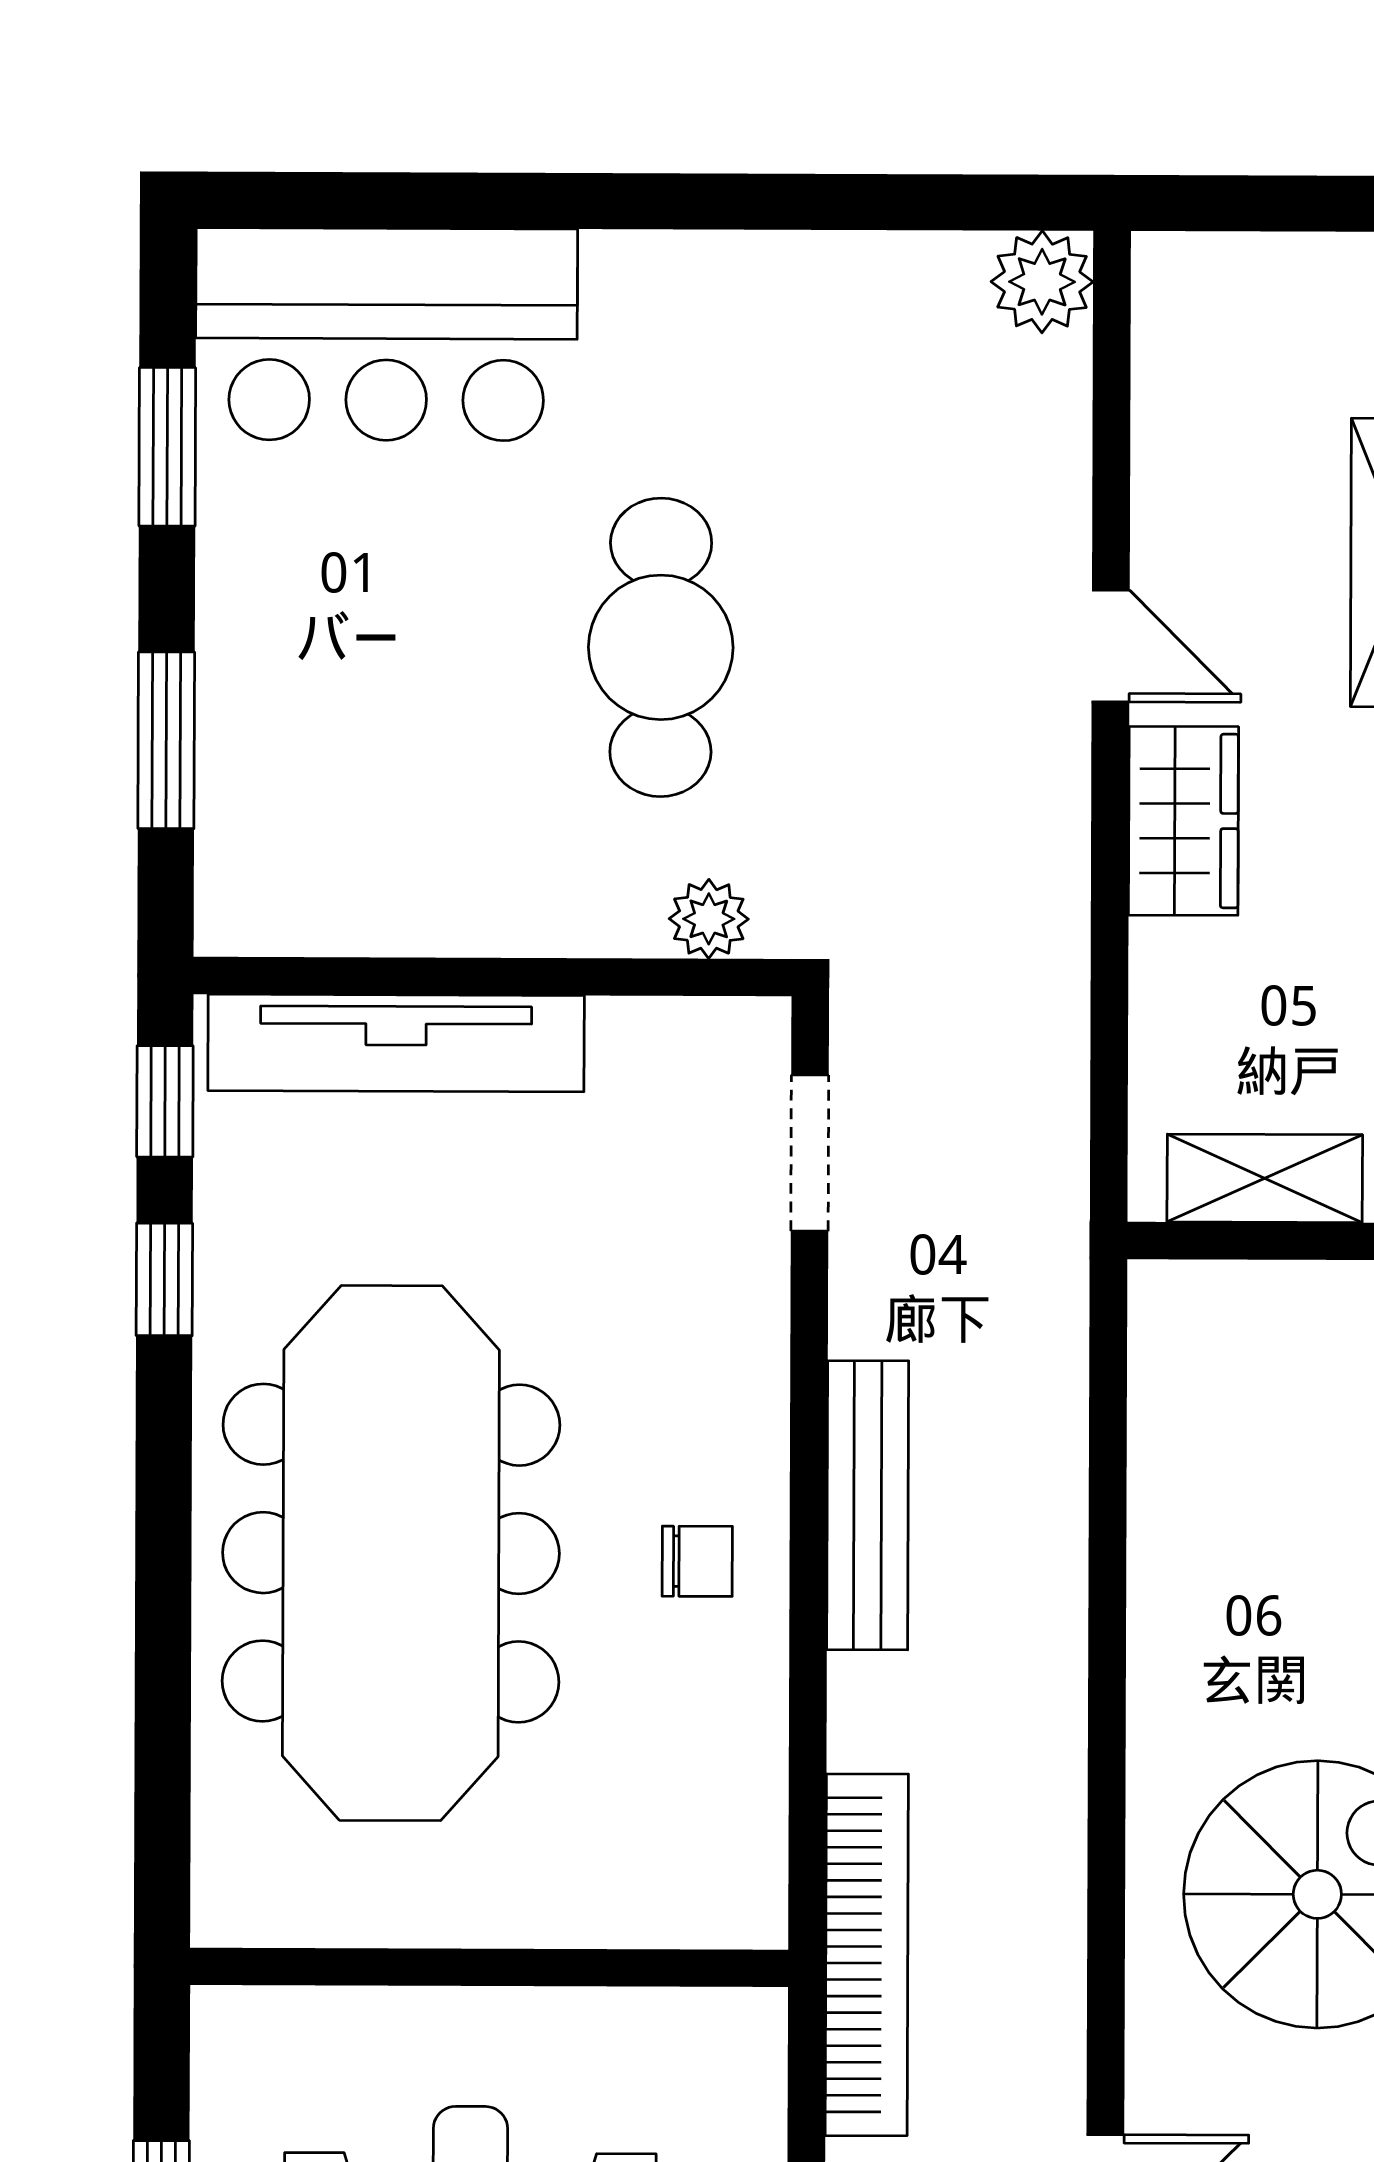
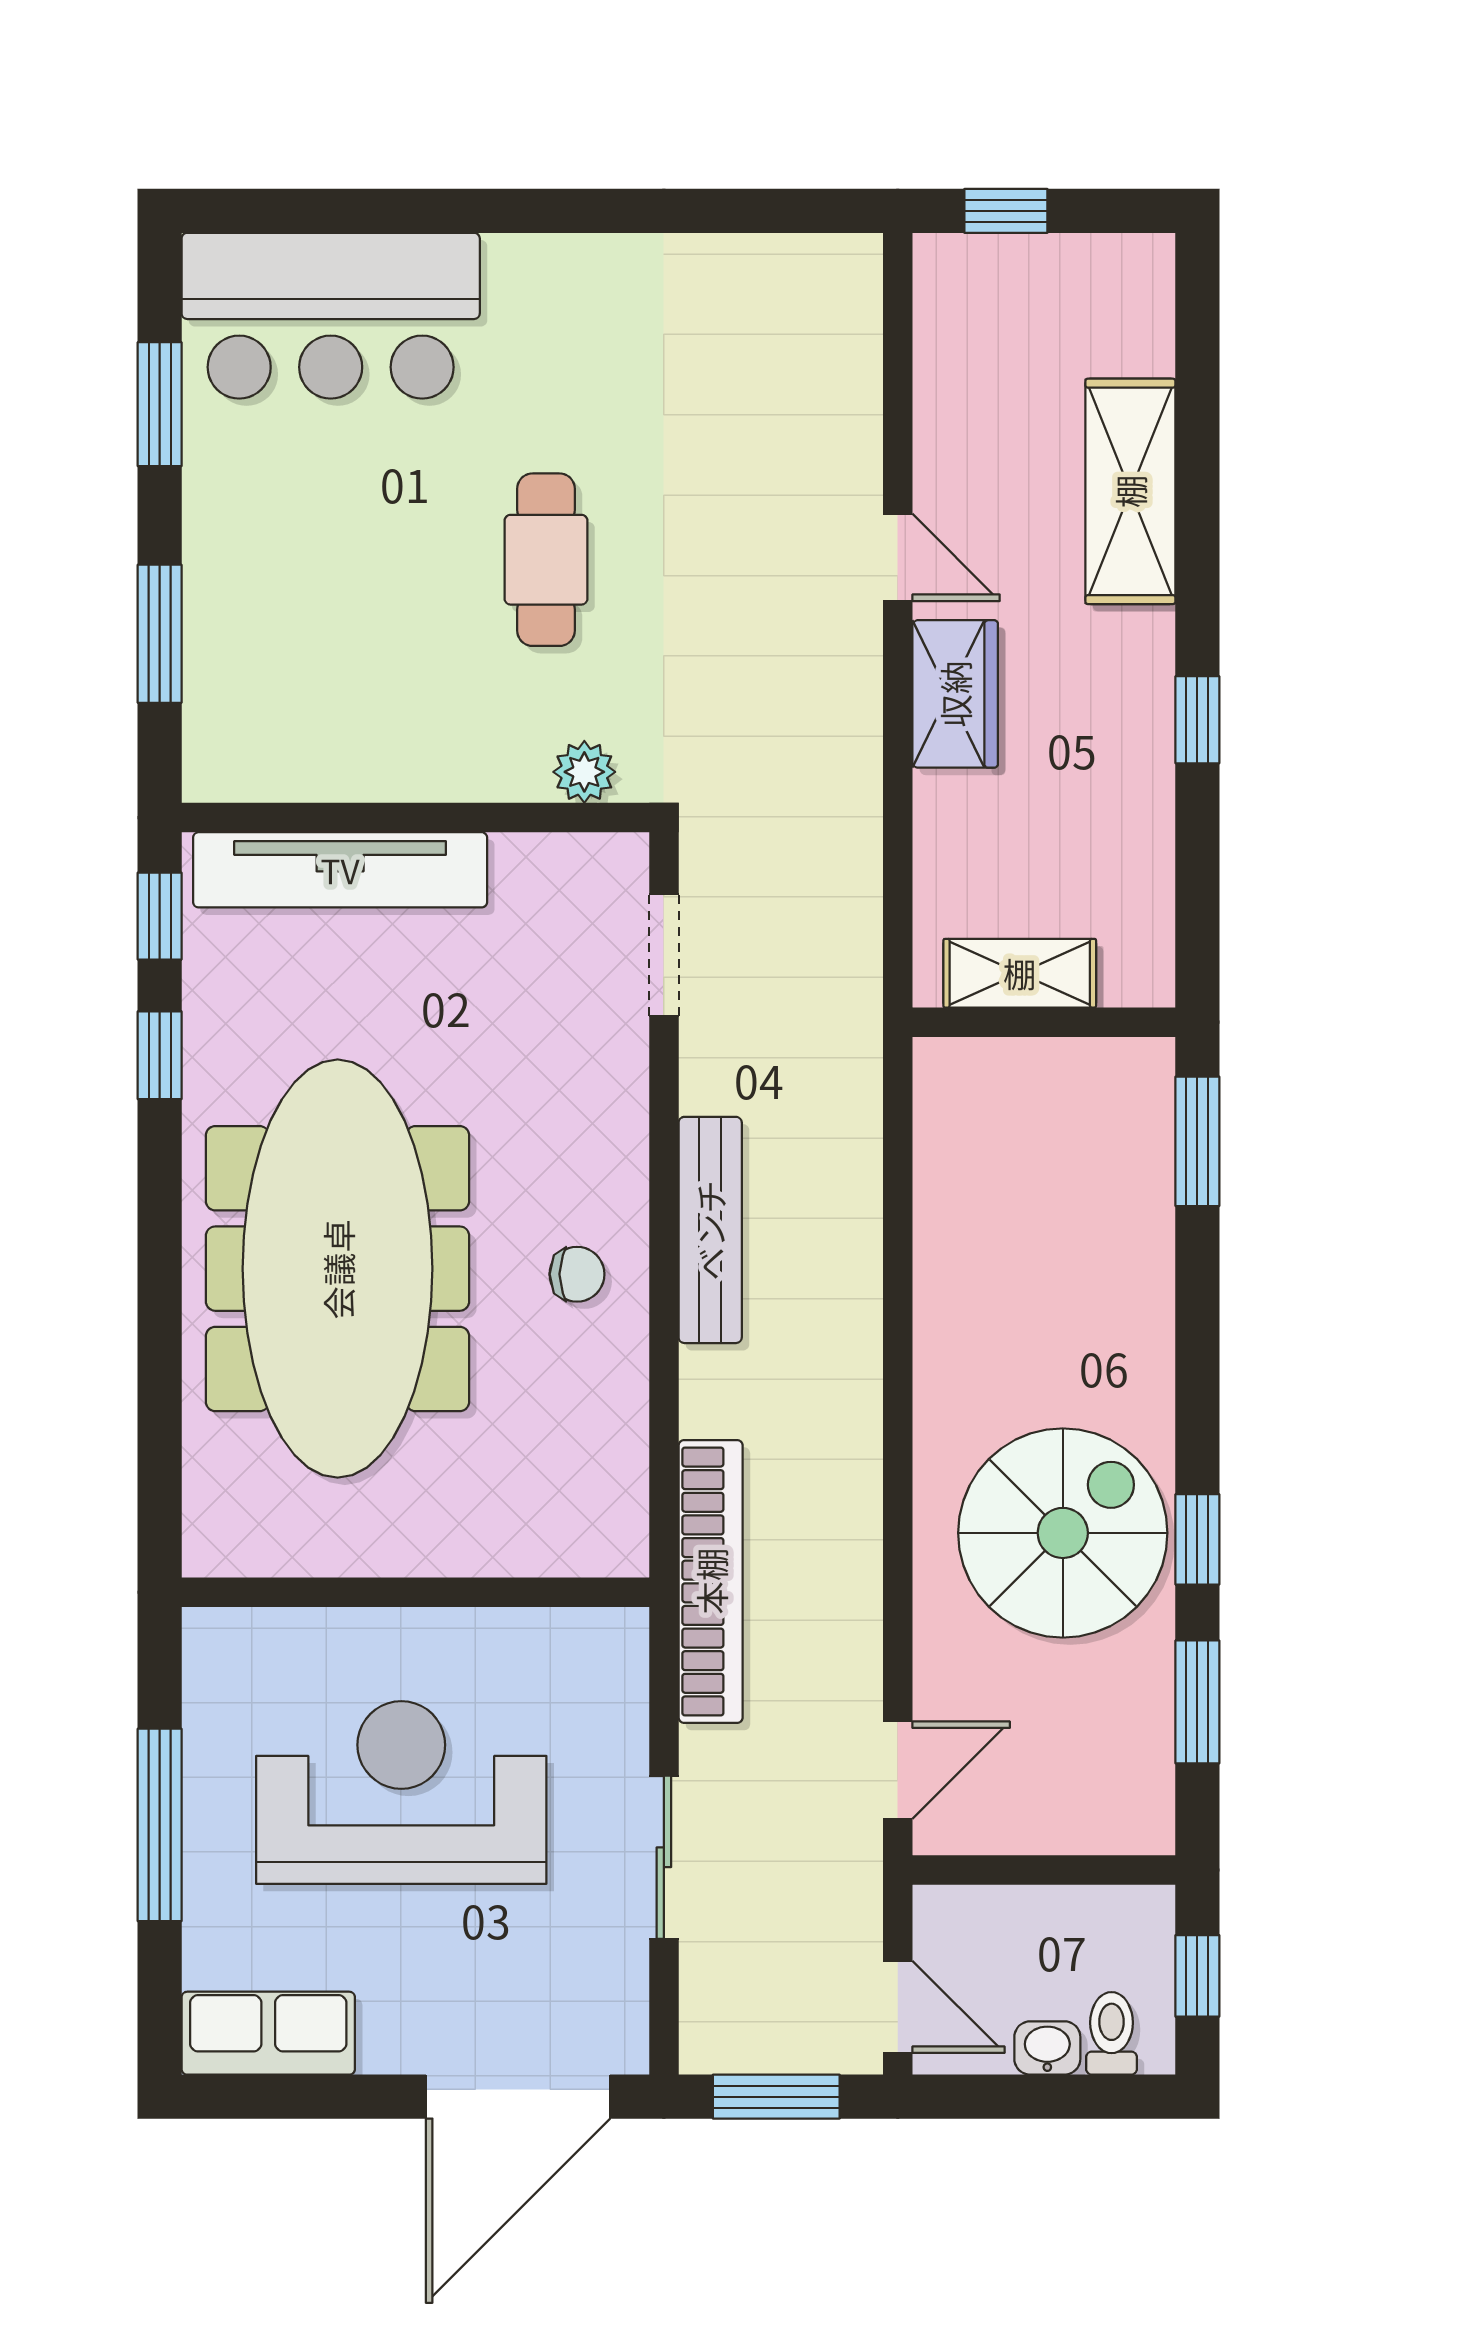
window: (1250, 203) -> (1006, 211), added
plant: (1042, 282) -> (843, 273), removed
cafe table: (661, 647) -> (546, 560), width x0.73, depth x0.74

